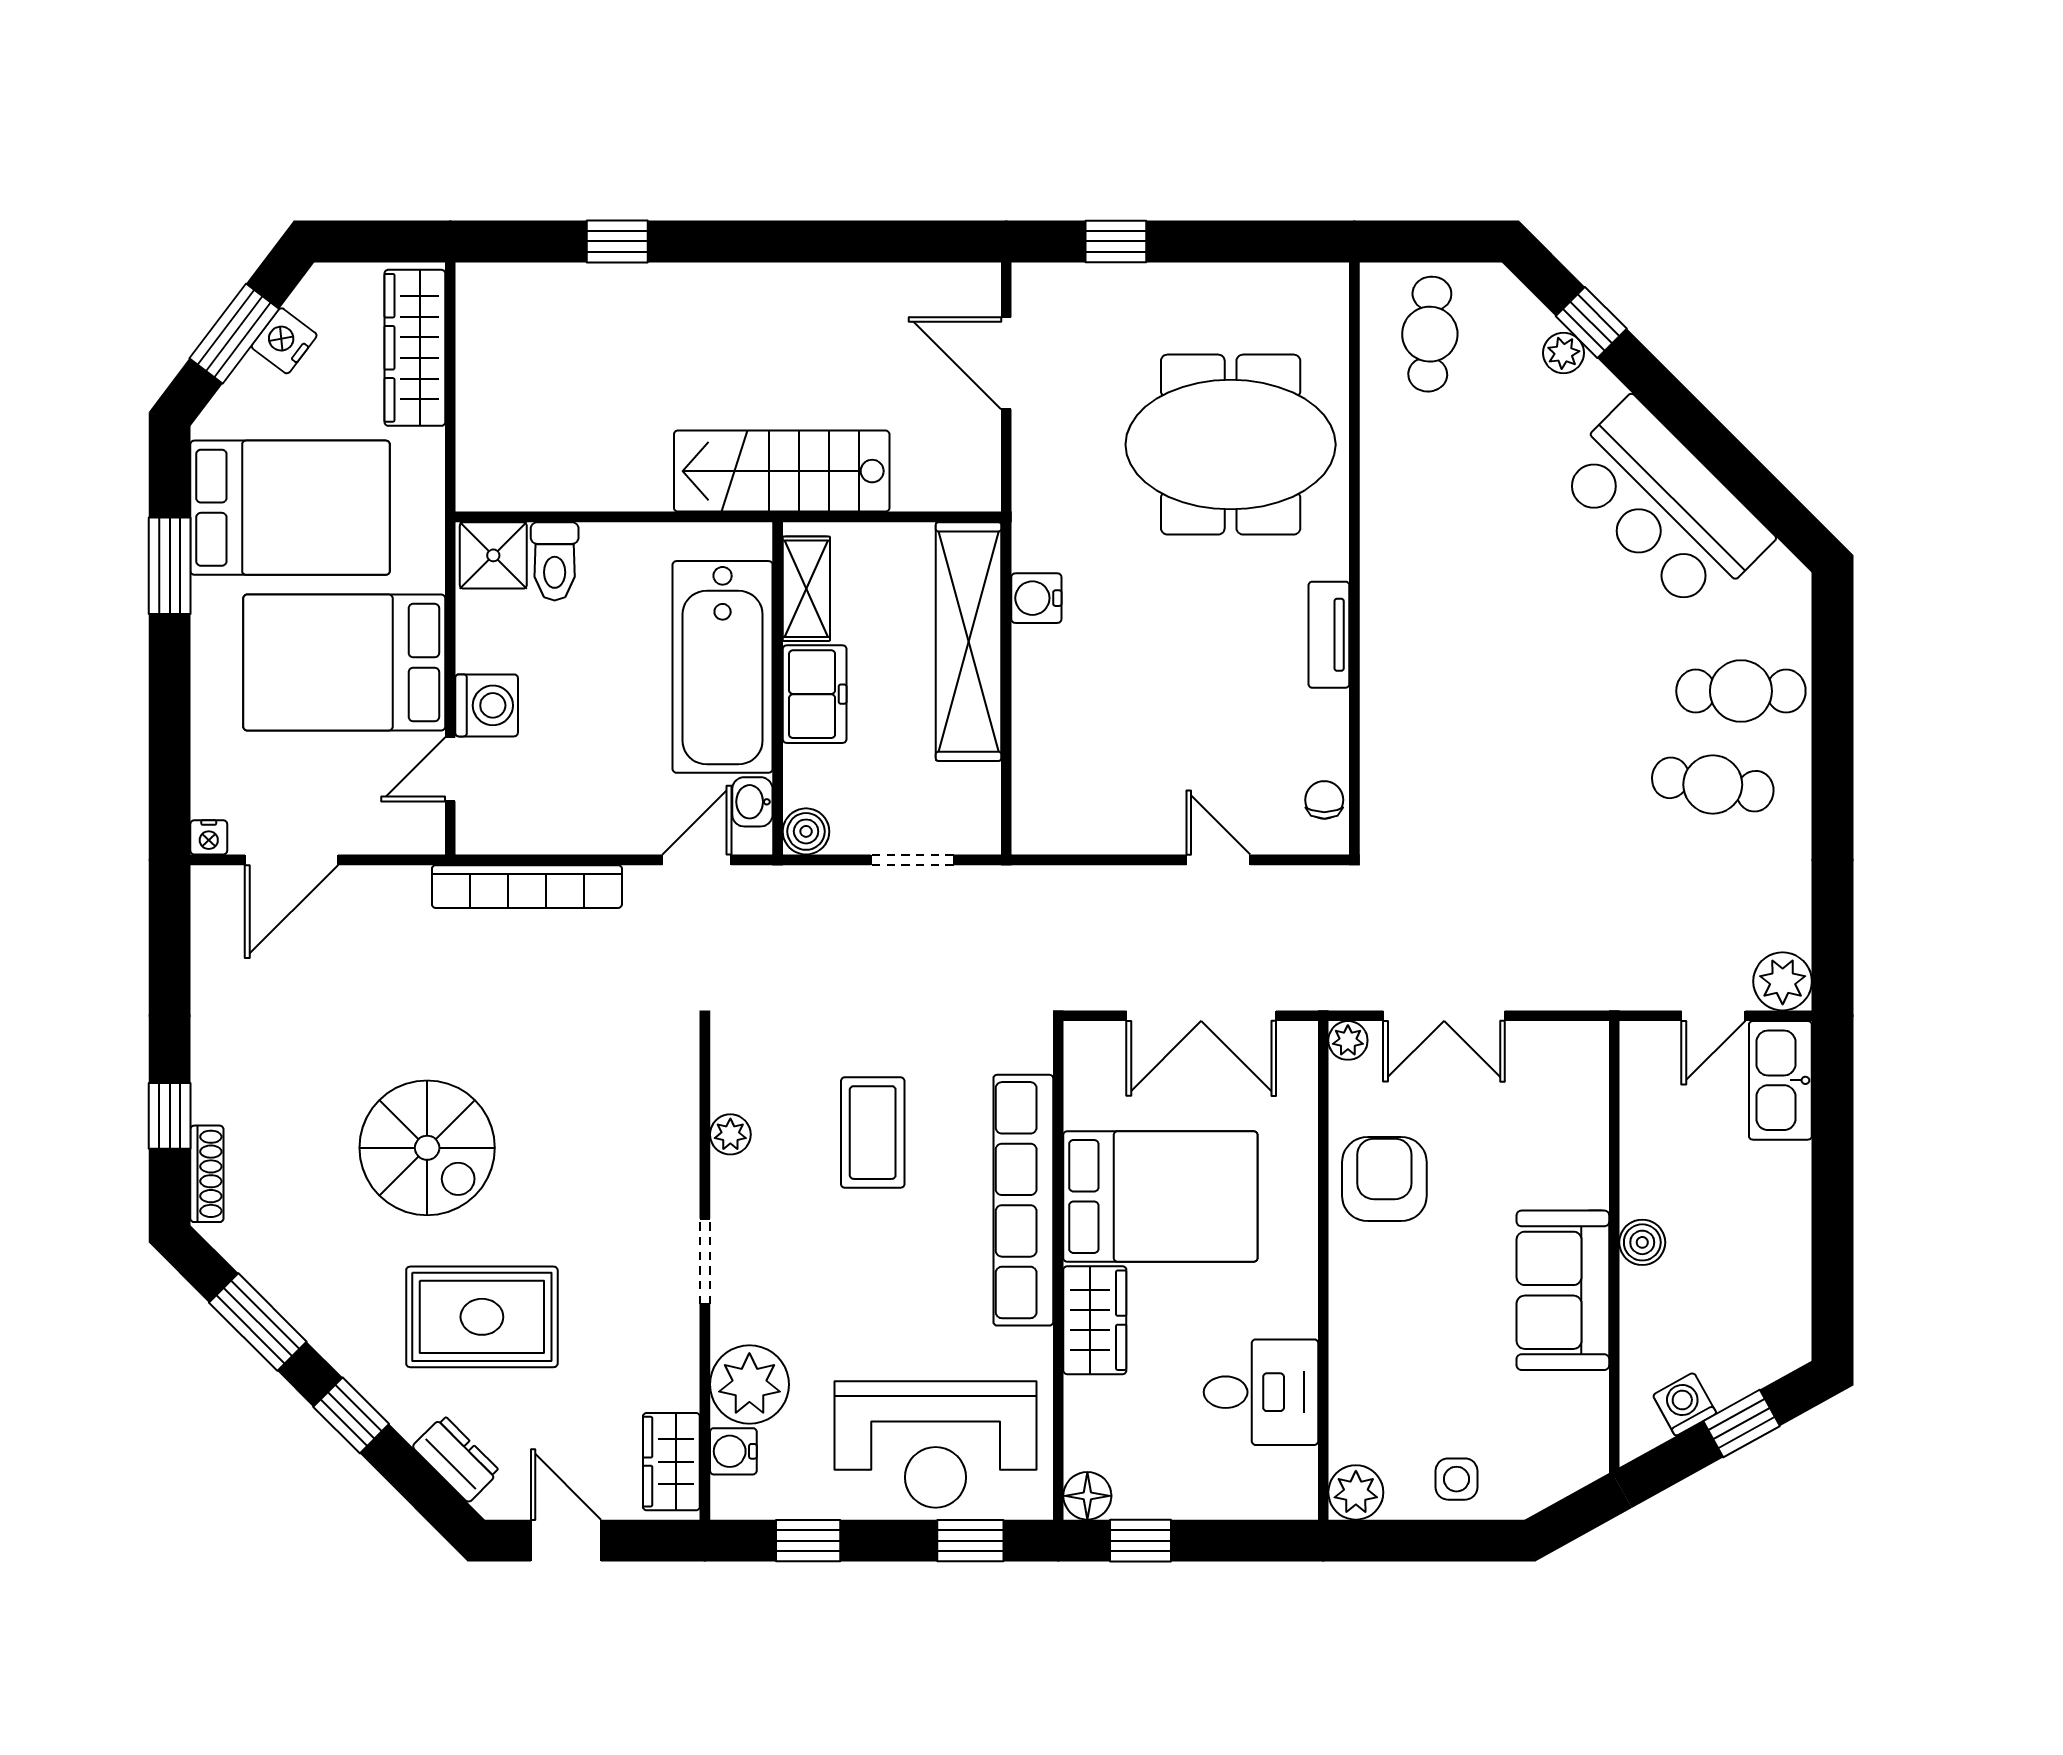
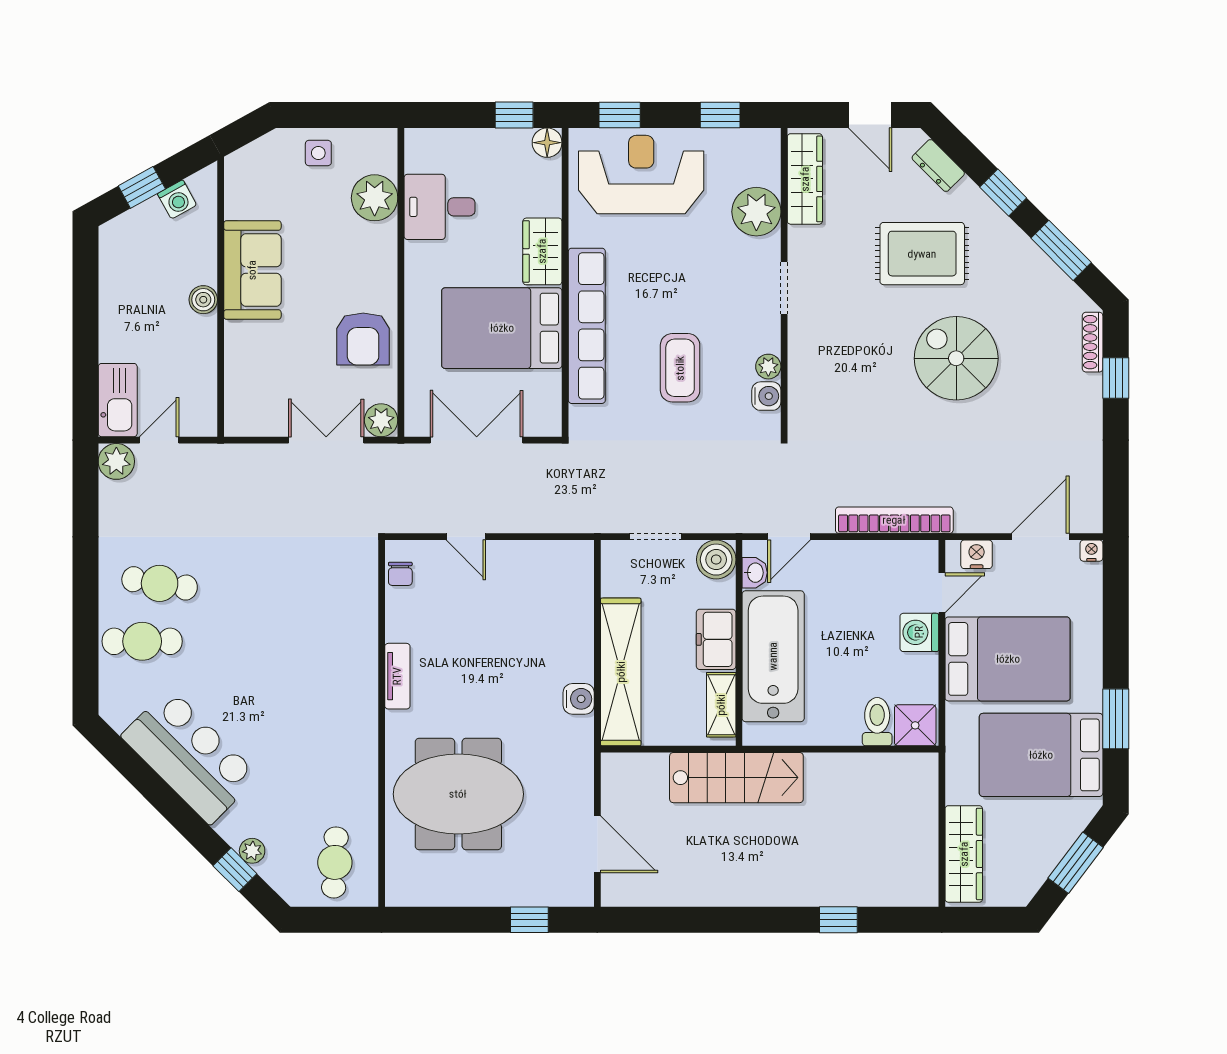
nightstand: (284, 341) -> (977, 554), moved, turned -127
boiler: (806, 831) -> (716, 560), width x1.36, depth x1.36
plant: (1348, 1040) -> (381, 420), width x1.38, depth x1.38
water cooler: (733, 1451) -> (766, 396), moved
wardrobe: (671, 1462) -> (805, 179), width x1.50
plant: (1356, 1492) -> (375, 198), moved, width x1.36, depth x1.36

